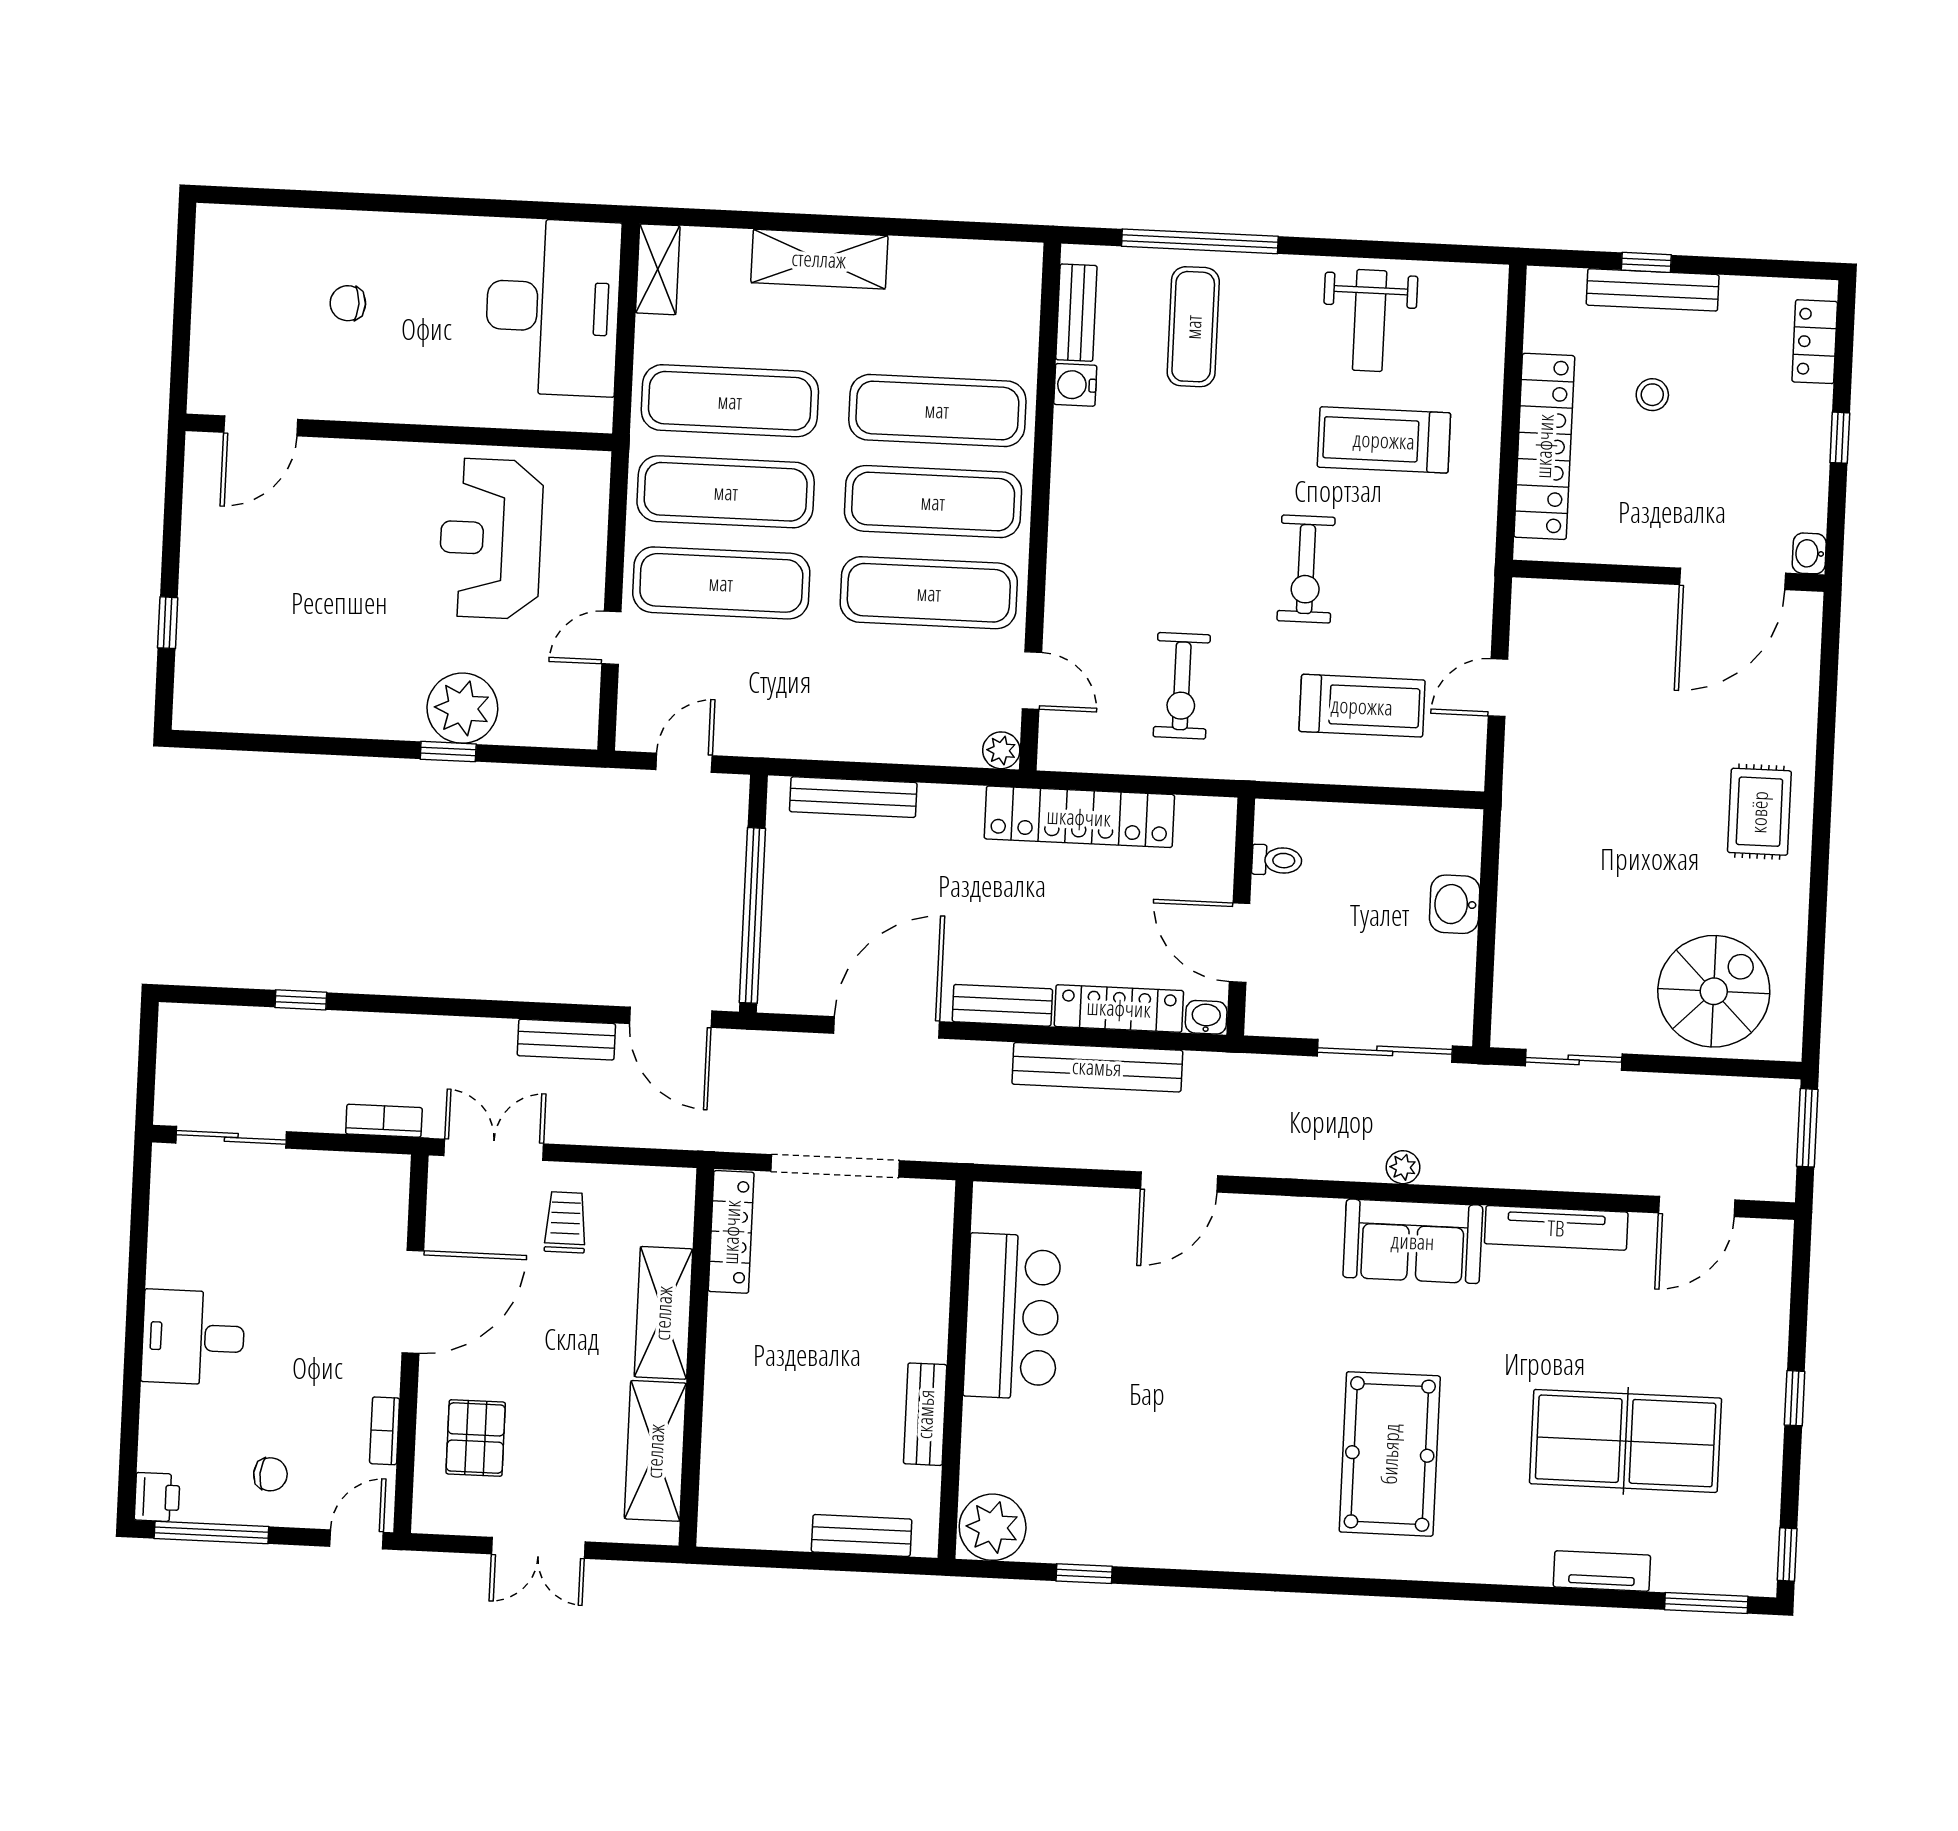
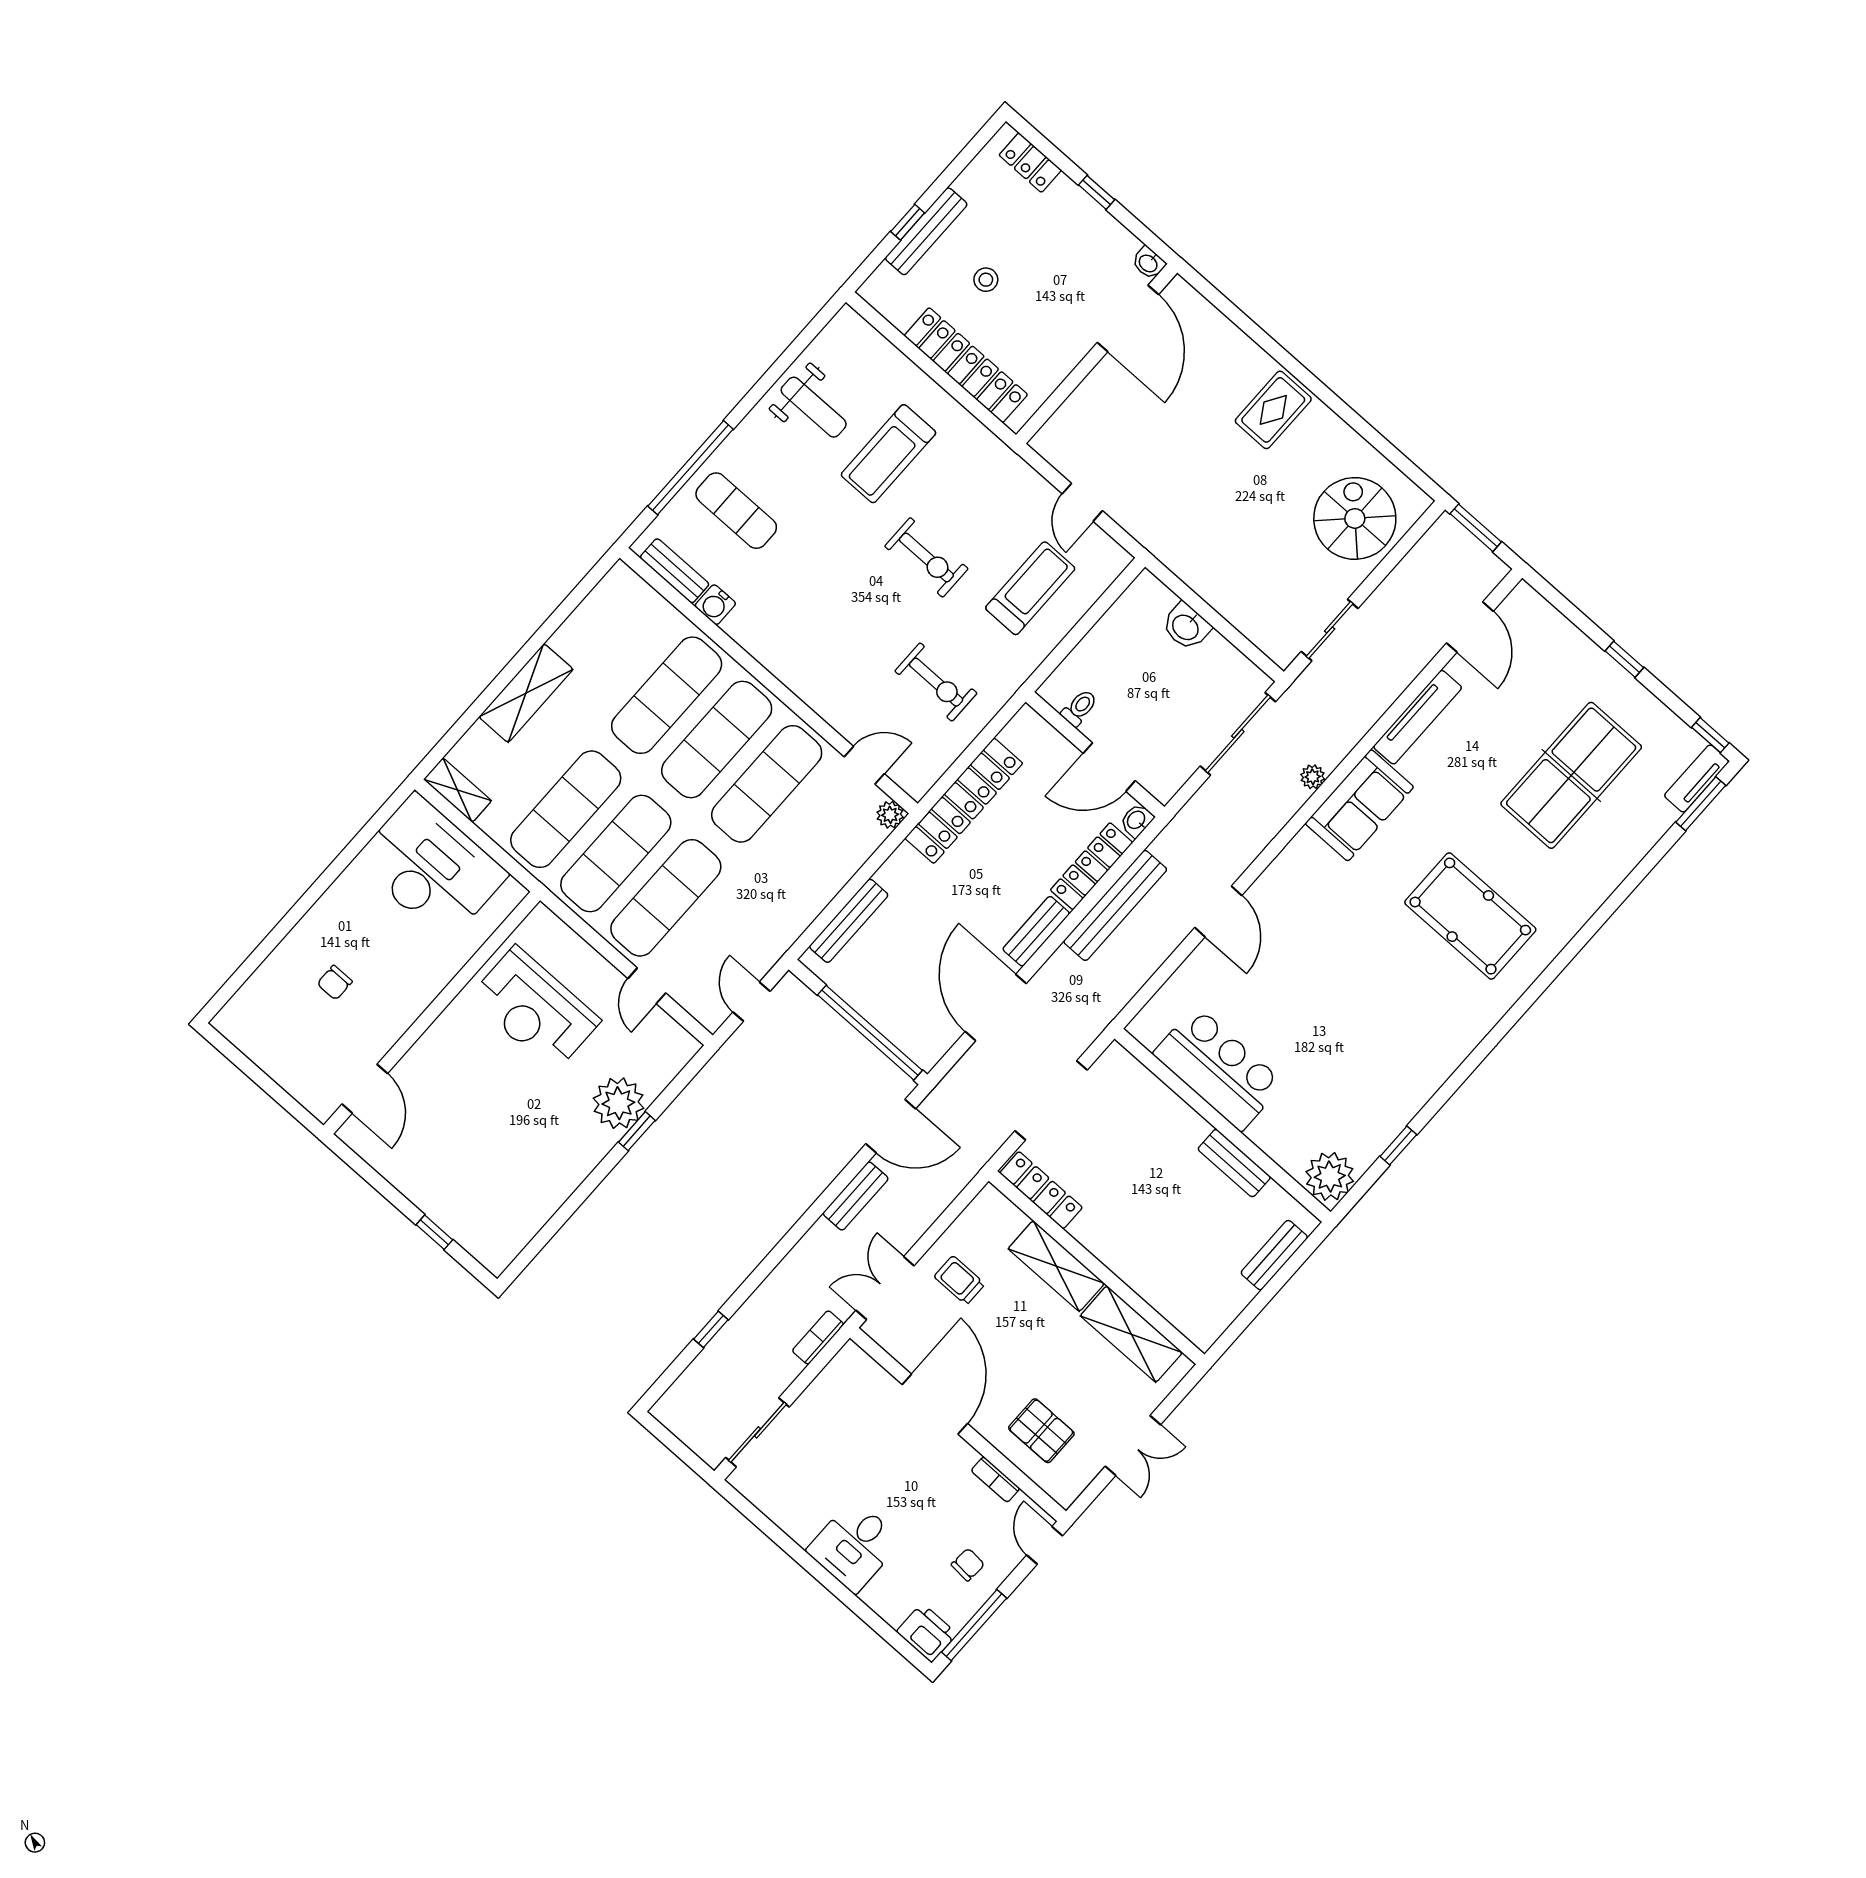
rug: (1759, 812) -> (1273, 410), turned 90
printer: (157, 1497) -> (927, 1633), width x1.36, depth x1.24
tv unit: (1602, 1571) -> (1697, 778), moved

